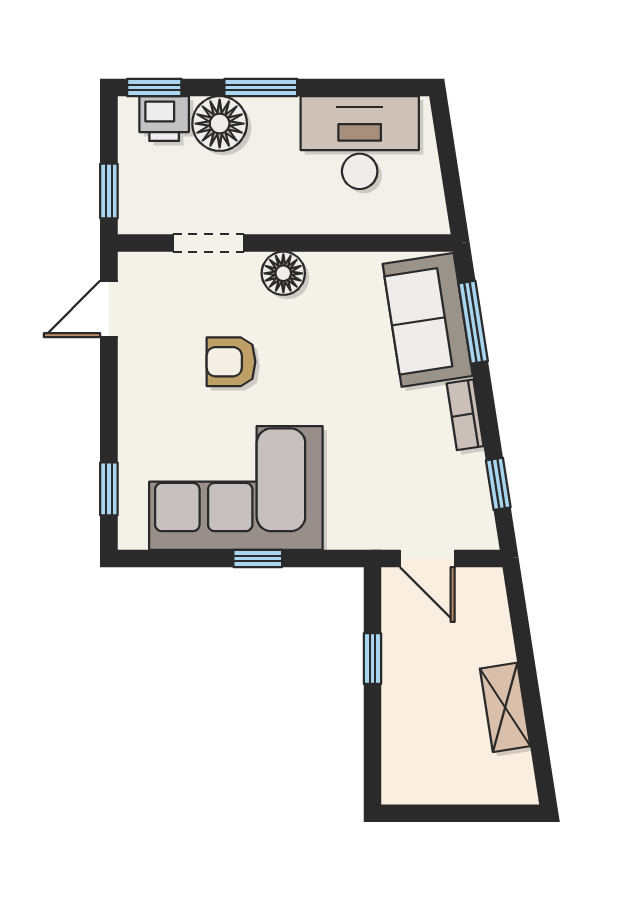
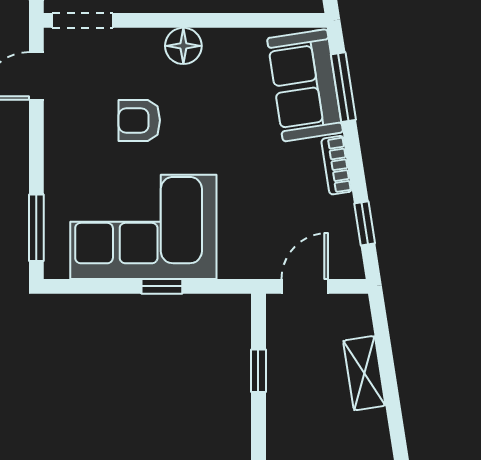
doorway: (208, 243) -> (82, 20), moved
window: (109, 489) -> (36, 228), width x1.50
door: (427, 558) -> (305, 286), swing flipped
shelving: (505, 707) -> (364, 373), moved

